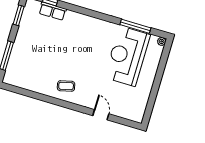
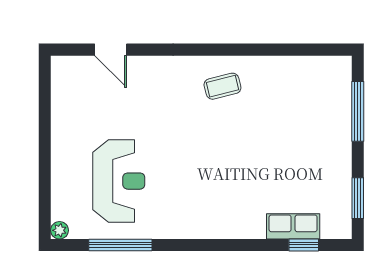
reception desk: (127, 56) -> (119, 181), width x0.74, depth x0.77
door: (101, 115) -> (111, 50), moved

